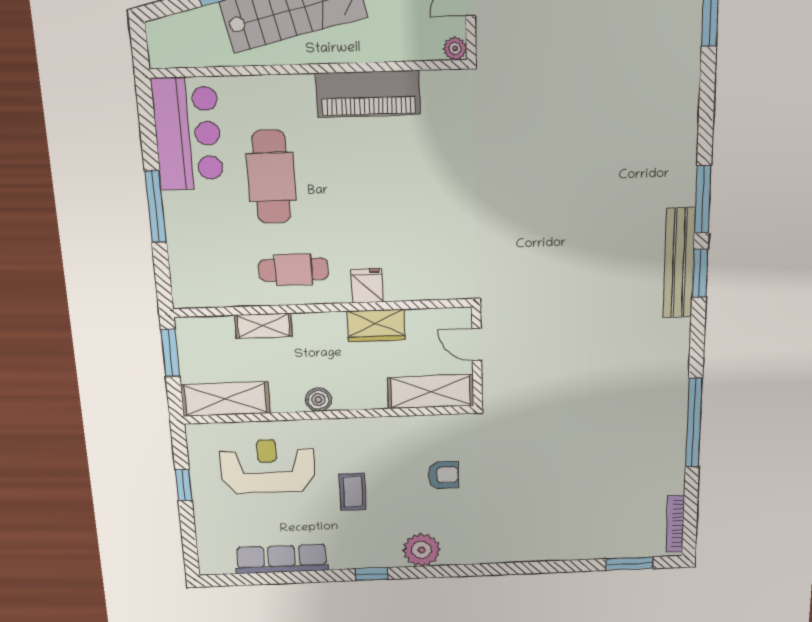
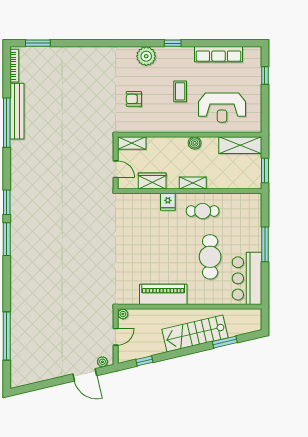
bench: (679, 263) -> (17, 111), moved
shelving: (263, 326) -> (193, 183), moved
wardrobe: (376, 326) -> (152, 181), moved
shelving: (431, 392) -> (132, 143), width x0.67, depth x0.75
window: (184, 485) -> (265, 75), moved

